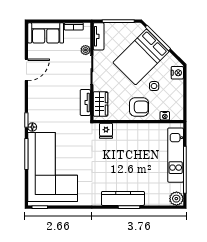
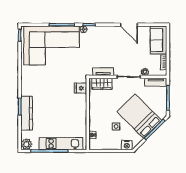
armchair: (139, 107) -> (99, 114), removed
kitchen counter: (123, 198) -> (26, 113), moved

